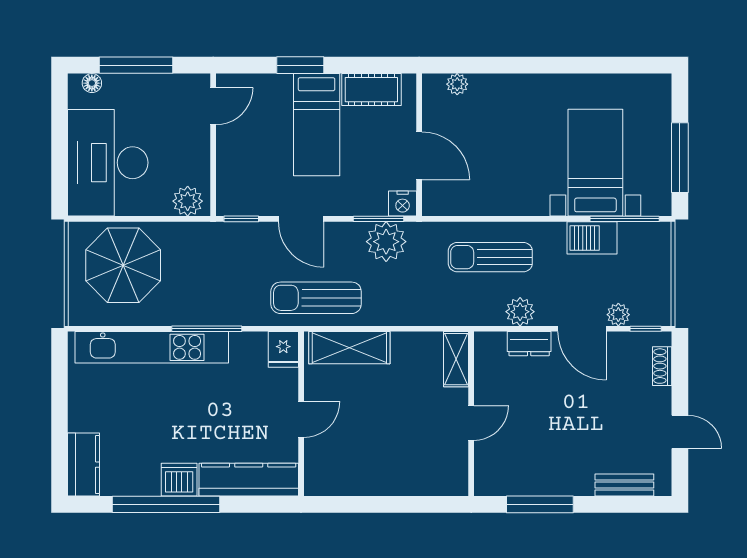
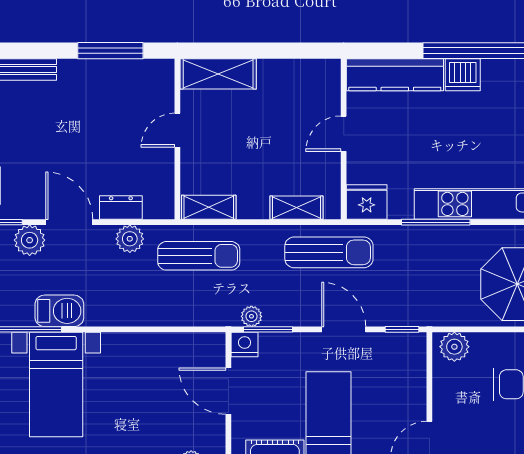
plant: (386, 242) -> (251, 316), width x0.53, depth x0.53
sun lounger: (490, 257) -> (199, 256), moved
plant: (618, 315) -> (30, 240), width x1.38, depth x1.38
shelving: (349, 348) -> (296, 208), width x0.67, depth x0.75
fridge: (283, 349) -> (367, 202), width x1.38
shelving: (456, 359) -> (209, 207), moved, turned 90
shelving: (430, 481) -> (218, 74), added

